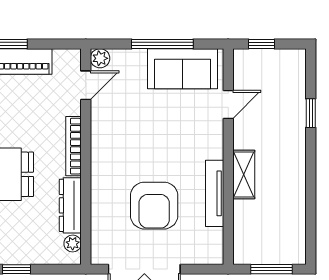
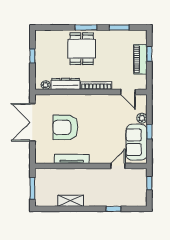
window: (162, 44) -> (149, 132), width x0.46
plant: (100, 58) -> (142, 118), moved
door: (228, 104) -> (118, 166), swing flipped
shelving: (244, 175) -> (71, 201), moved

